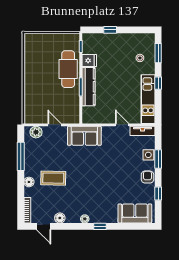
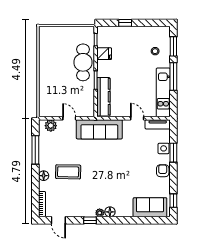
window: (158, 83) -> (173, 76), width x2.17
kitchen counter: (88, 87) -> (103, 97), moved
sofa: (84, 136) -> (99, 129), width x1.36
window: (158, 193) -> (173, 201), moved
floor lamp: (60, 218) -> (110, 212), moved
window: (100, 226) -> (90, 220), moved

